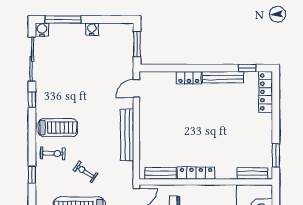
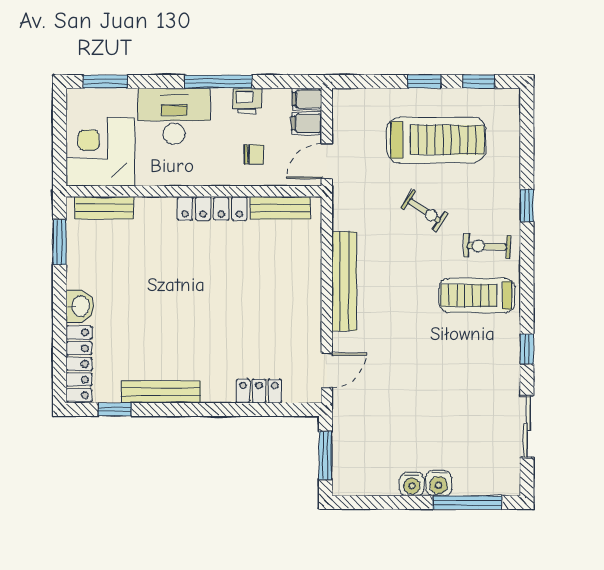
water cooler: (42, 30) -> (439, 483), moved
sliding door: (32, 59) -> (527, 427), width x0.73
locker: (189, 78) -> (259, 391), moved
washbasin: (265, 122) -> (80, 306), added

